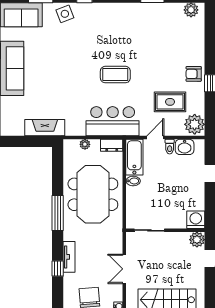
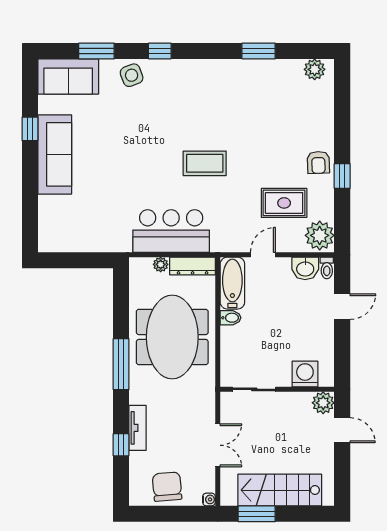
armchair: (194, 74) -> (318, 162), turned -92
bar counter: (113, 121) -> (171, 231), moved
fireplace: (45, 128) -> (102, 240), removed
dresser: (112, 145) -> (193, 266), width x1.44
toilet: (170, 147) -> (327, 268), moved
washing machine: (196, 220) -> (305, 374), moved
double door: (124, 269) -> (218, 445), swing flipped

